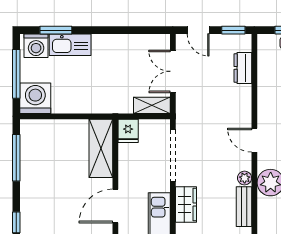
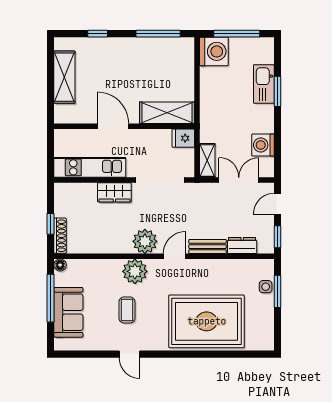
window: (56, 30) -> (277, 91), moved
washing machine: (36, 46) -> (263, 145), moved
plant: (245, 178) -> (145, 241), width x1.88, depth x1.88
bench: (244, 207) -> (207, 247), moved

